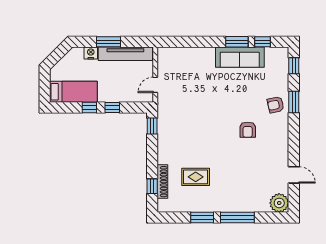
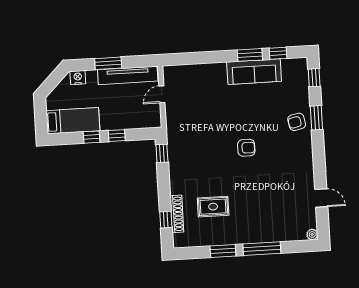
nightstand: (91, 53) -> (78, 78), moved
door: (155, 85) -> (162, 94), moved
armchair: (248, 130) -> (246, 148), moved, turned -90
plant: (279, 203) -> (312, 234), width x0.53, depth x0.53

